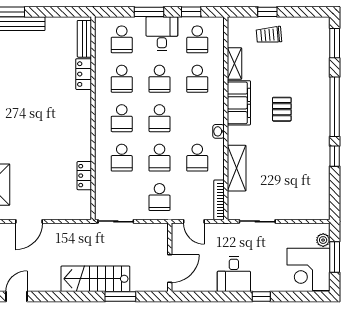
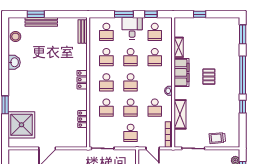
trolley: (269, 35) -> (217, 138), moved
locker: (84, 74) -> (82, 80), moved

